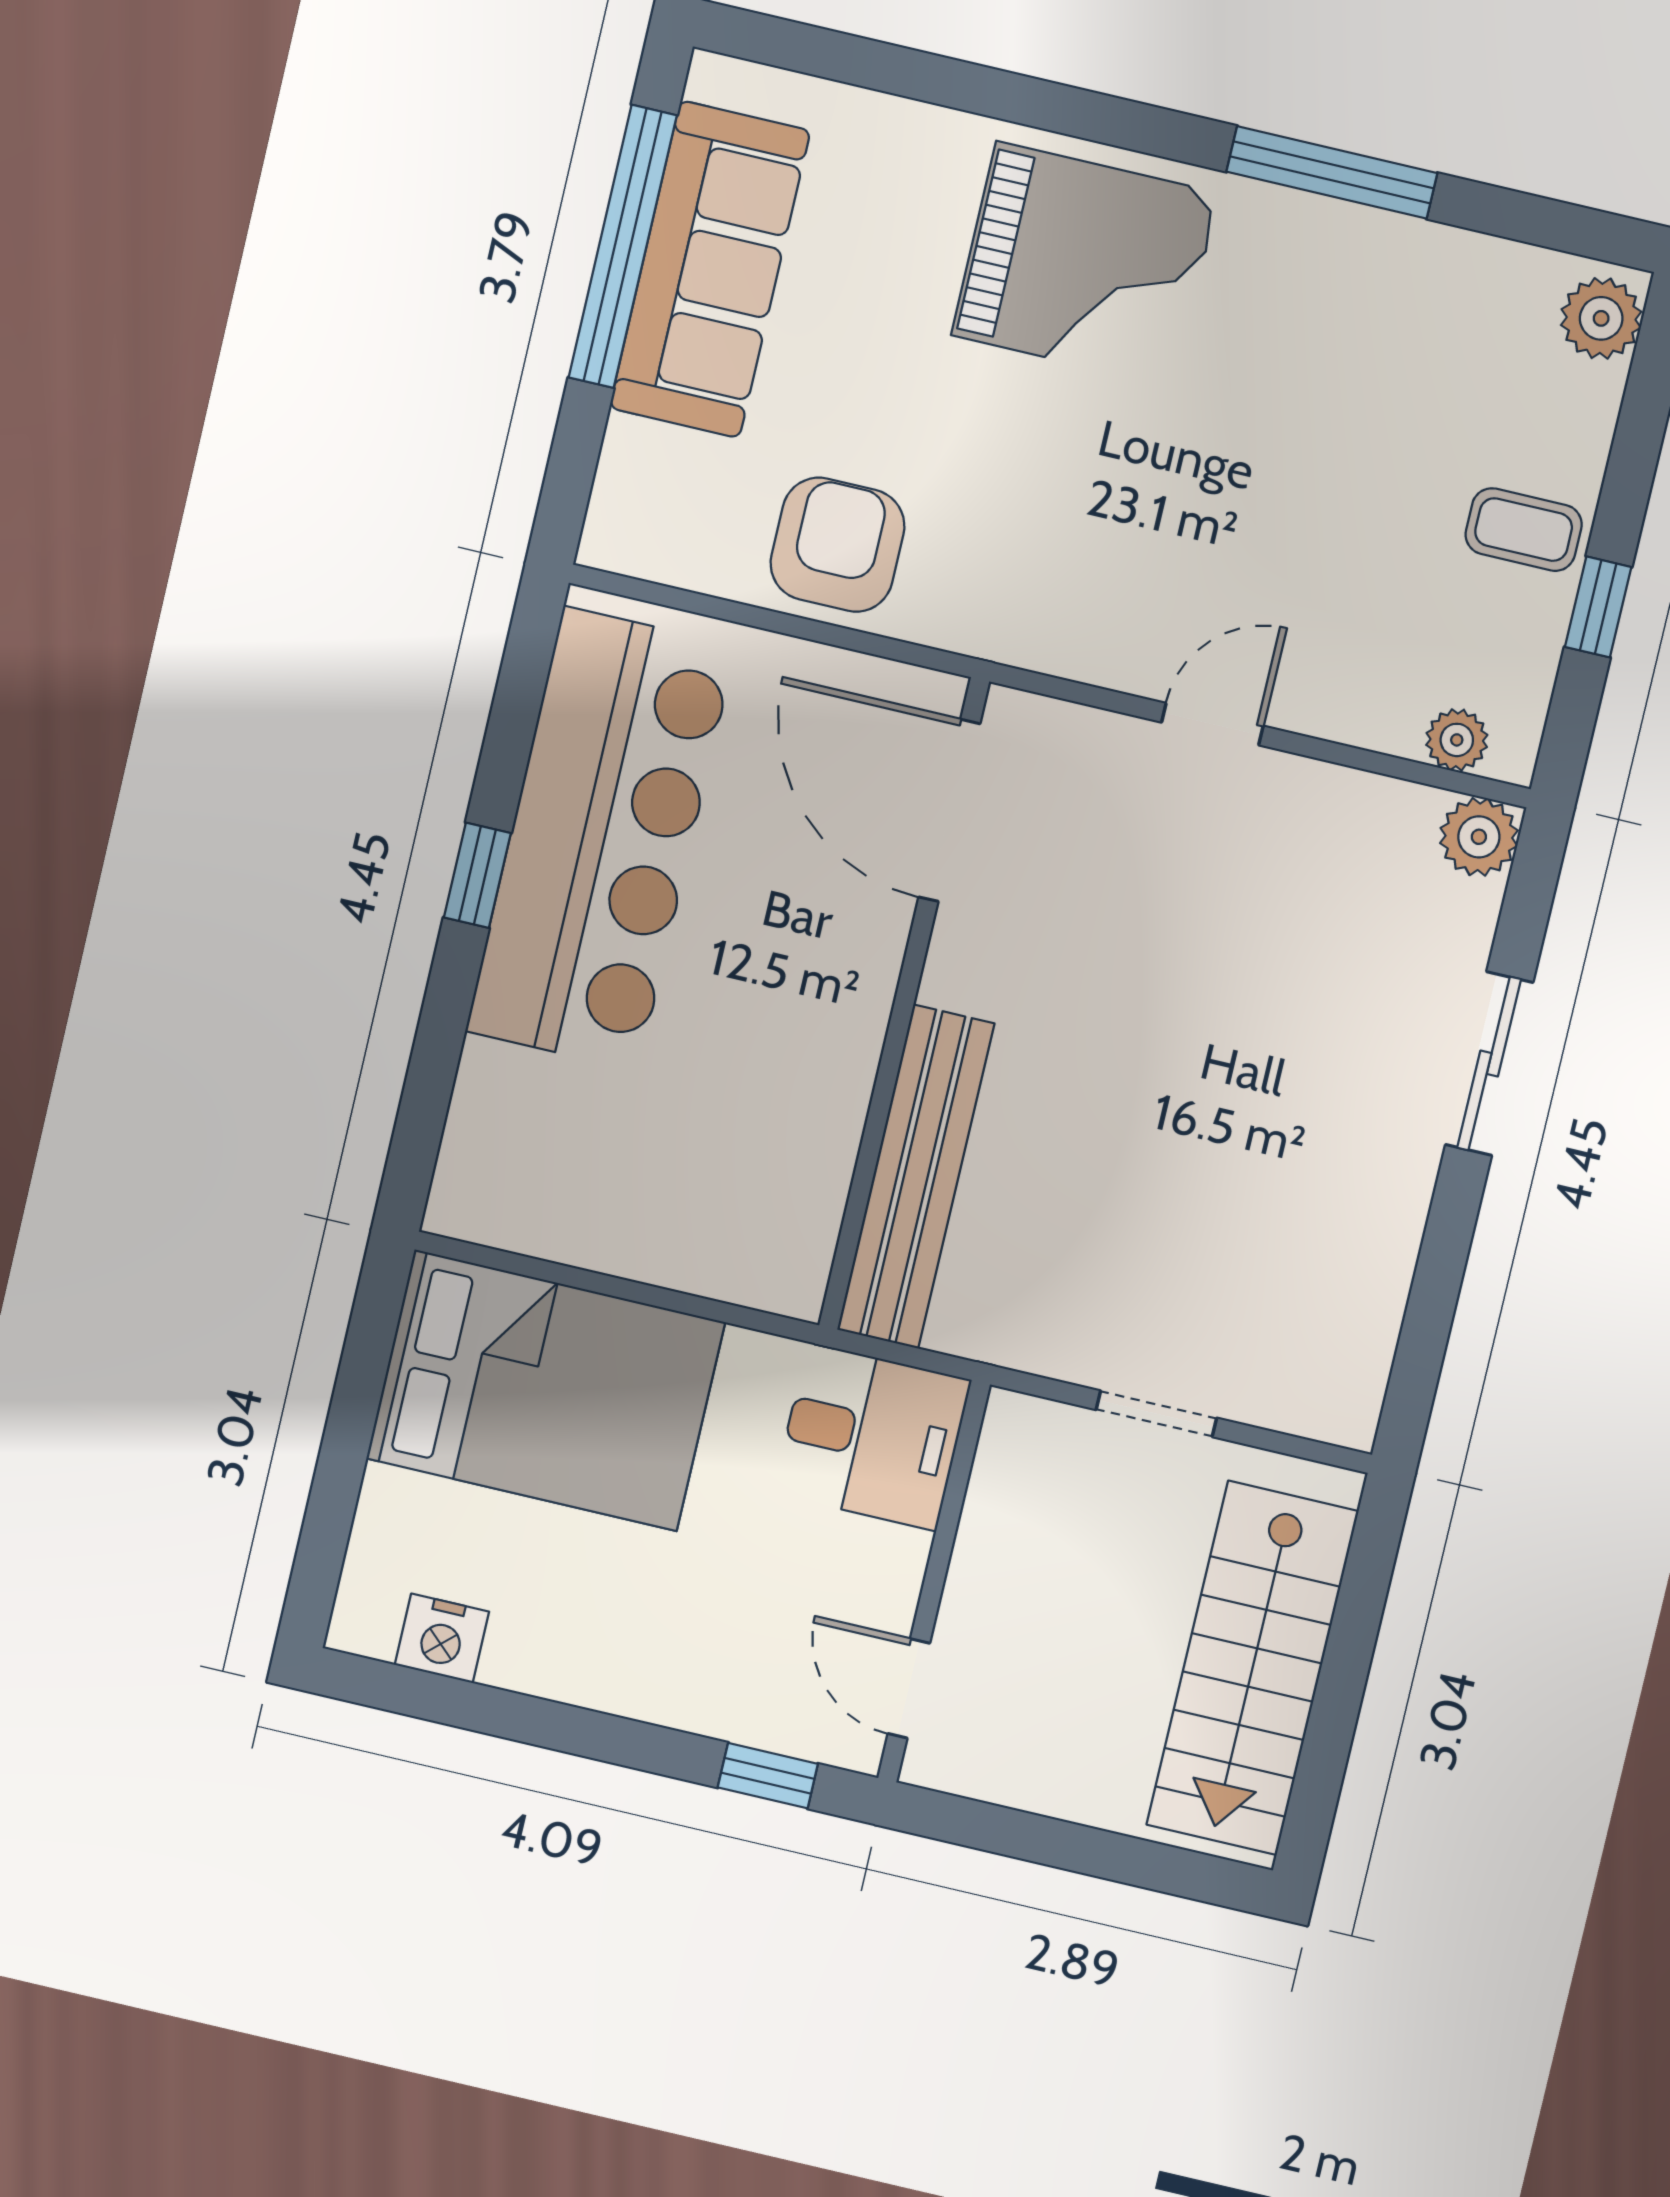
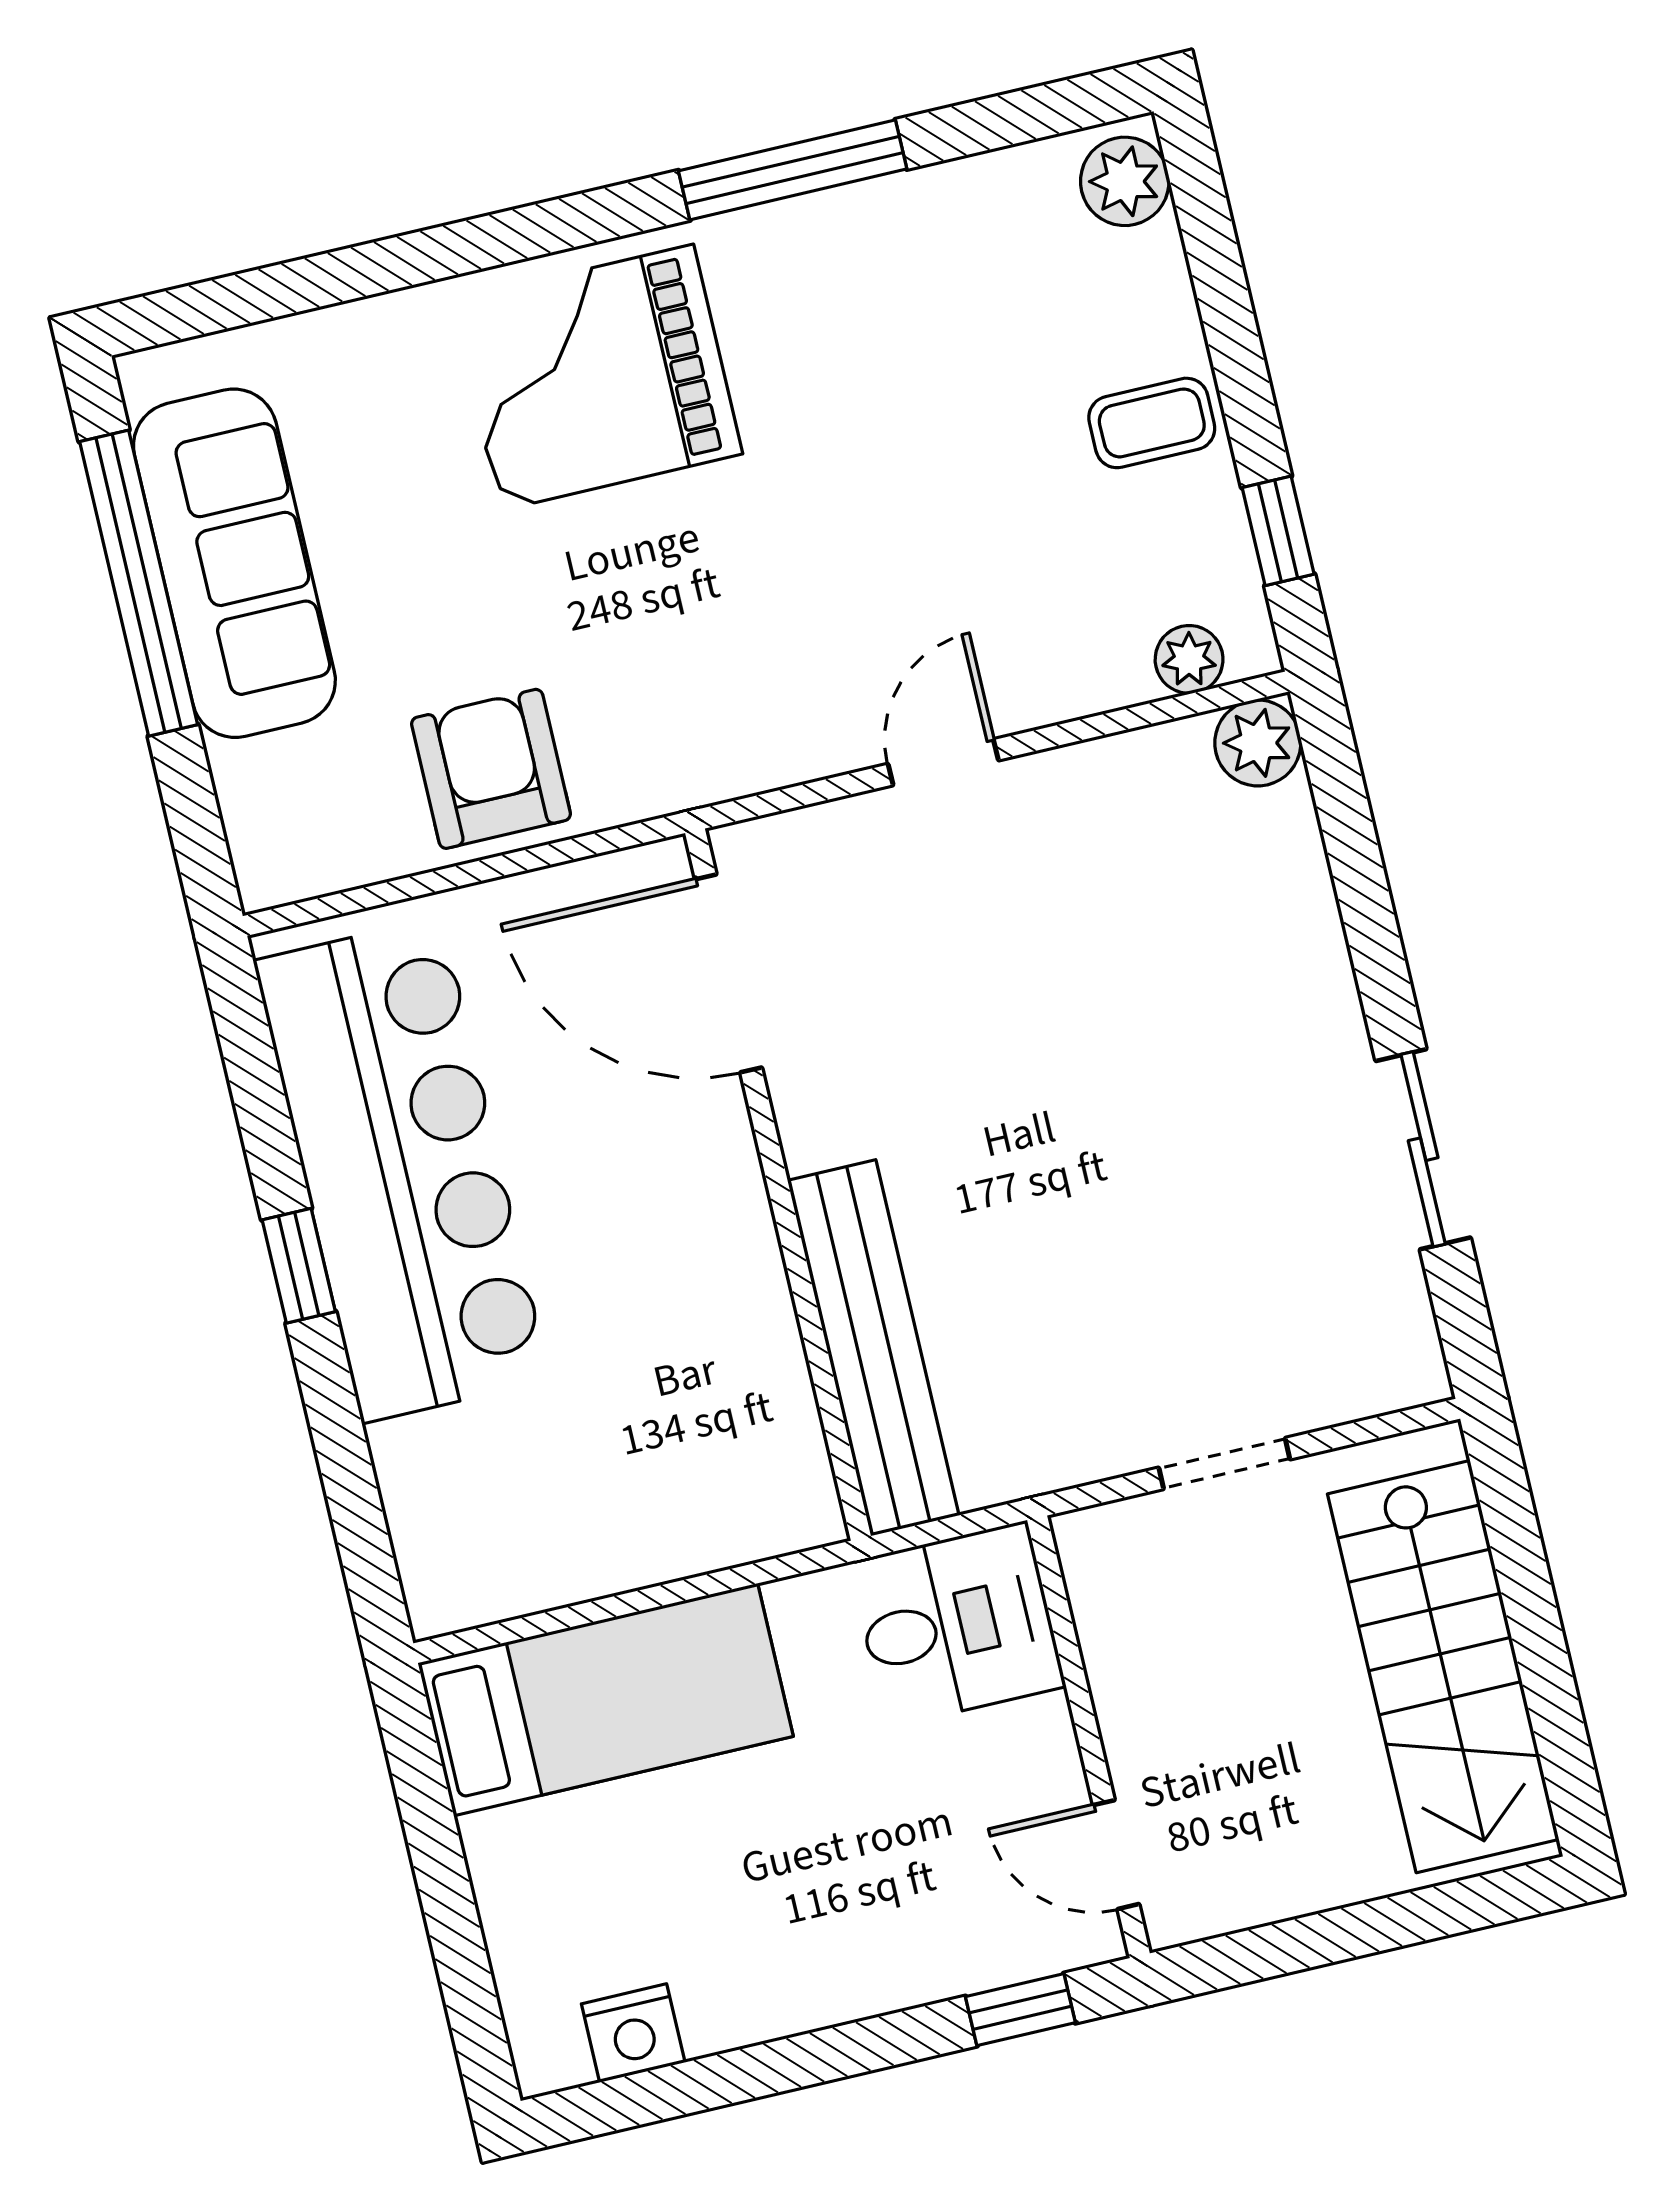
grand piano: (1085, 264) -> (597, 377), turned 180
window: (1598, 607) -> (1278, 531), moved
sliding door: (1489, 1063) -> (1423, 1149), moved
bed: (546, 1390) -> (606, 1700), width x0.67

